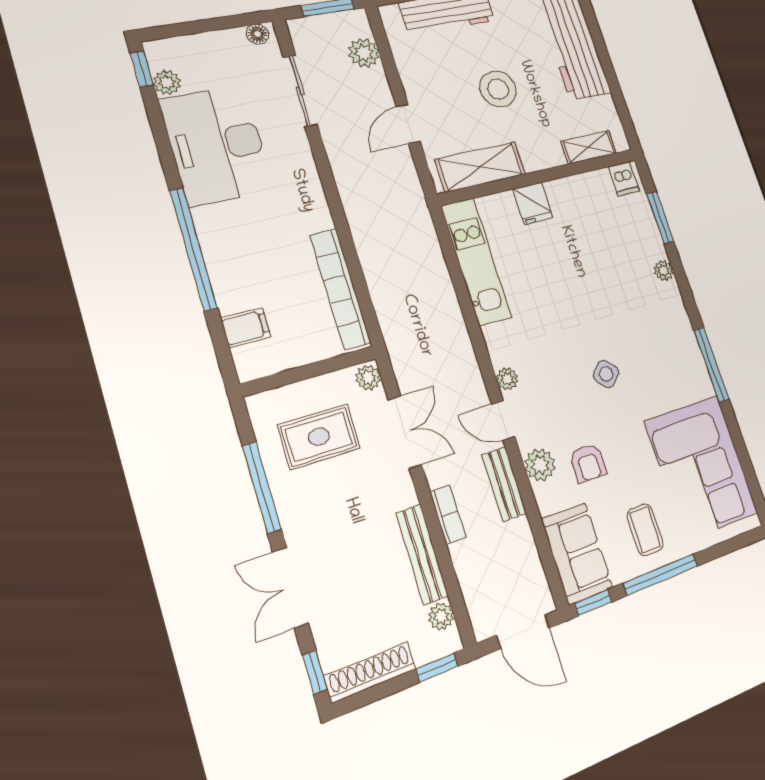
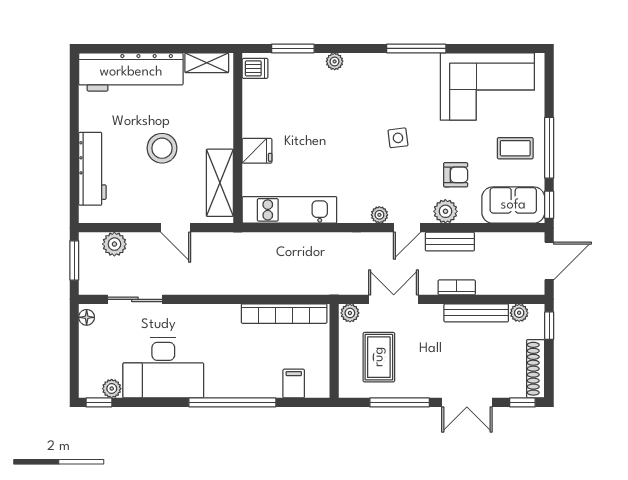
shelving: (589, 147) -> (207, 63), moved, turned 90
side table: (606, 374) -> (398, 138), turned 37

